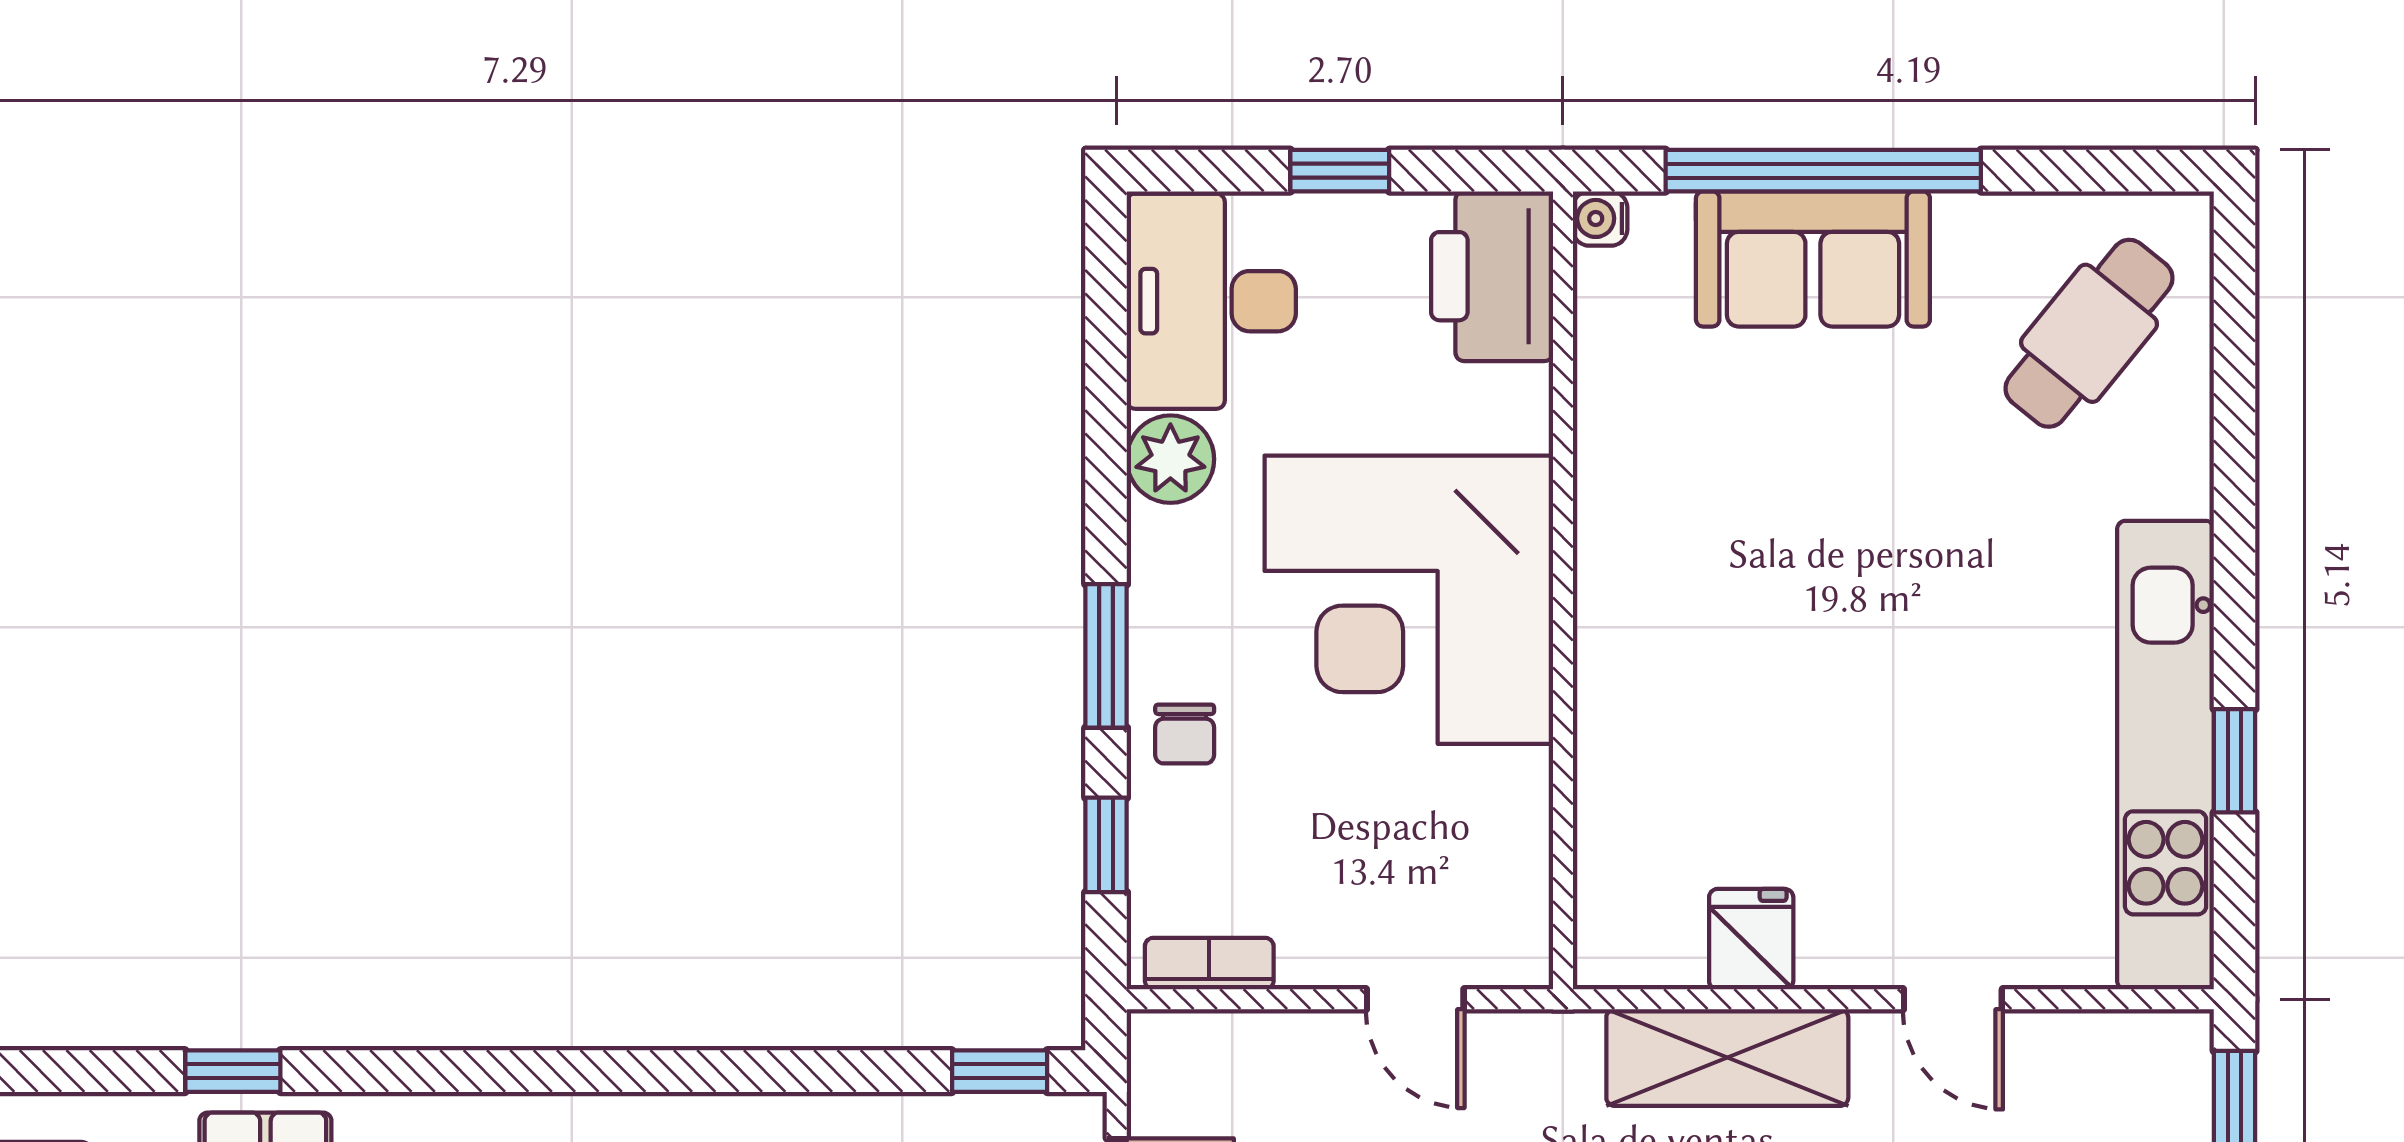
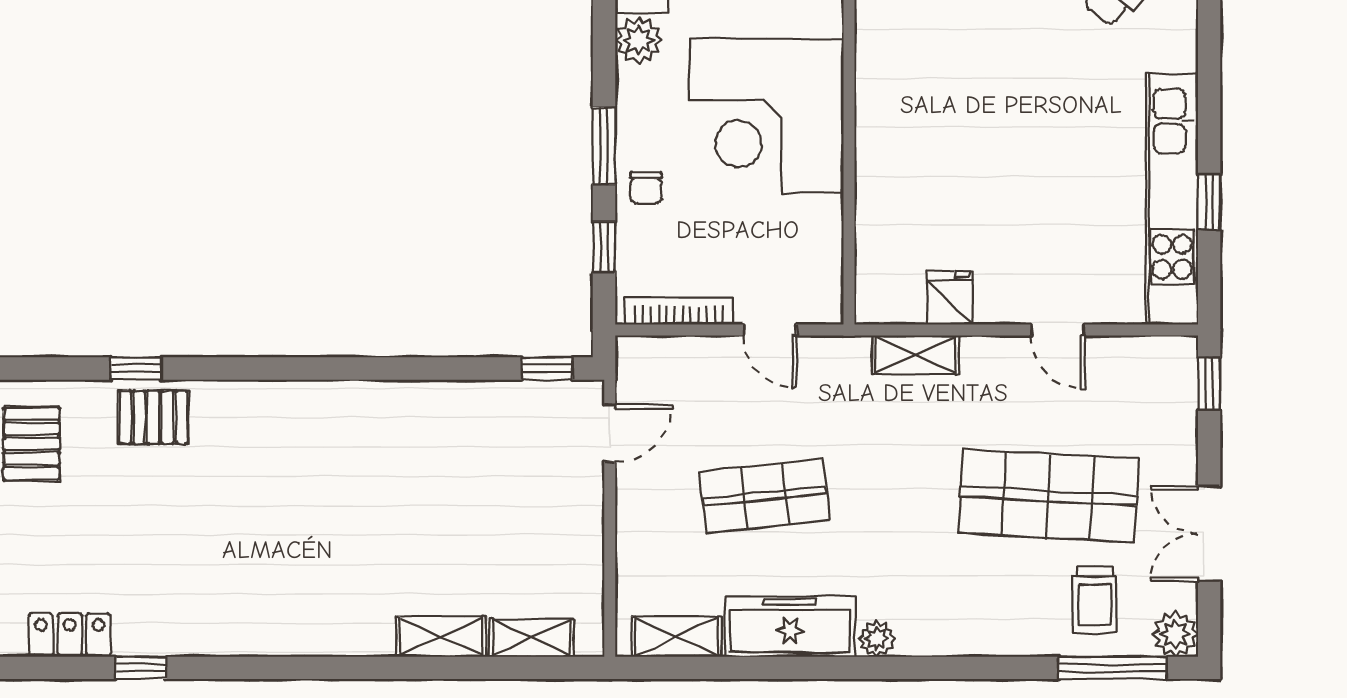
bookcase: (1209, 964) -> (679, 311), width x1.56
shelving: (1727, 1058) -> (915, 355), width x0.67, depth x0.75

